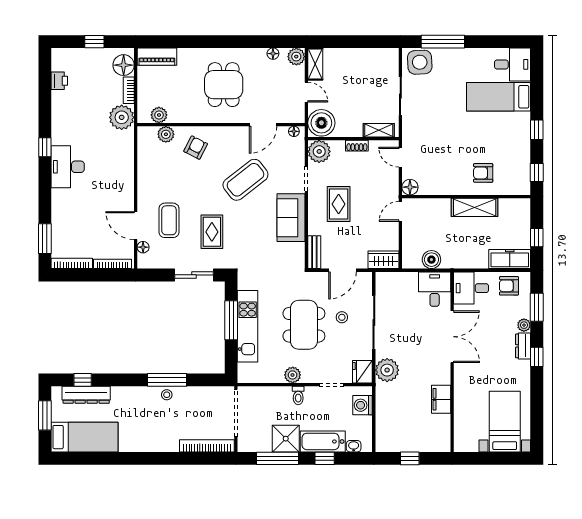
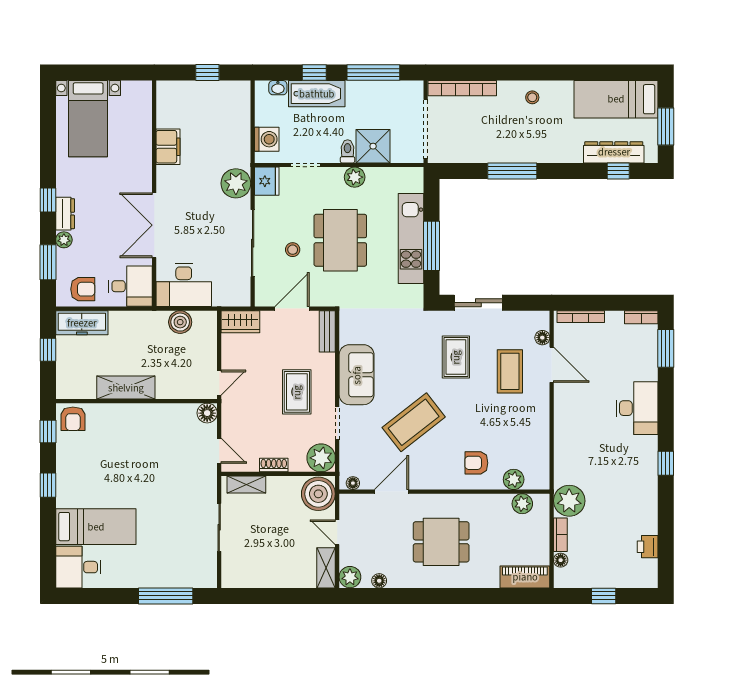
side table: (420, 62) -> (195, 570), removed
floor lamp: (124, 65) -> (561, 560), width x0.53, depth x0.53
dining table: (224, 85) -> (441, 542), turned 90
armchair: (196, 148) -> (476, 463), turned 63
desk: (68, 167) -> (637, 408), moved
armchair: (483, 173) -> (73, 419), moved, turned 90
bookcase: (72, 263) -> (641, 317), width x0.64
desk: (435, 289) -> (184, 285), width x1.37
stool: (167, 395) -> (532, 97), moved
shower: (286, 439) -> (373, 146), moved

